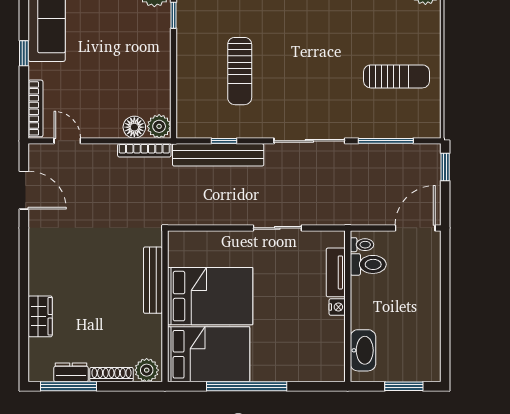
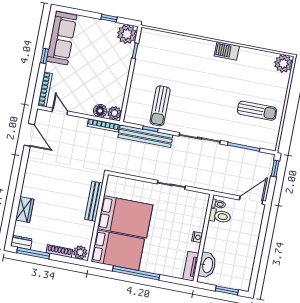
sun lounger: (240, 71) -> (160, 106), moved
tv unit: (336, 272) -> (191, 266), moved
dresser: (71, 372) -> (21, 242), moved

